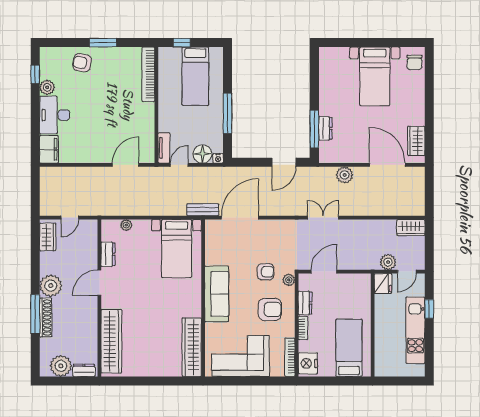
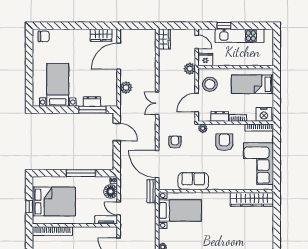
bed: (195, 76) -> (54, 201), width x1.50
bed with nightstands: (375, 76) -> (58, 85), moved, turned -90
plant: (388, 262) -> (190, 69), moved
armchair: (266, 272) -> (175, 142), moved
door: (324, 272) -> (197, 103), hinge flipped
stool: (349, 290) -> (210, 84), added
sofa: (217, 294) -> (193, 181), moved, width x0.73

